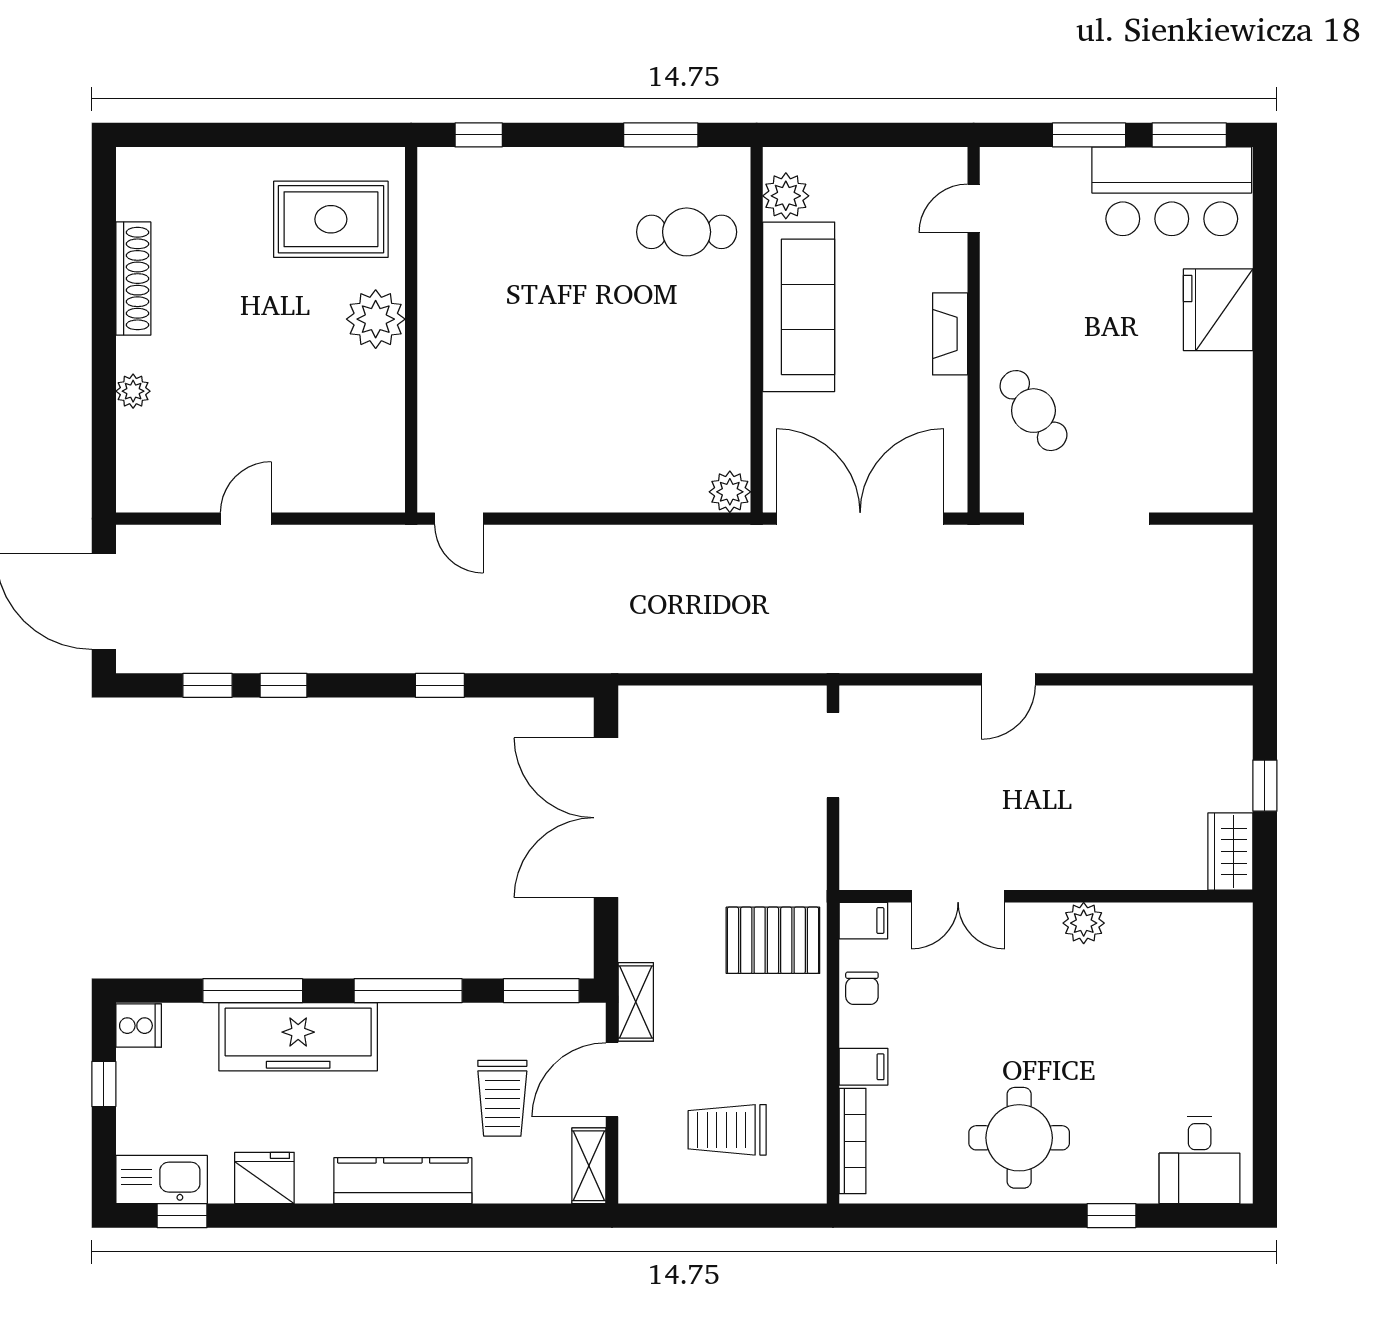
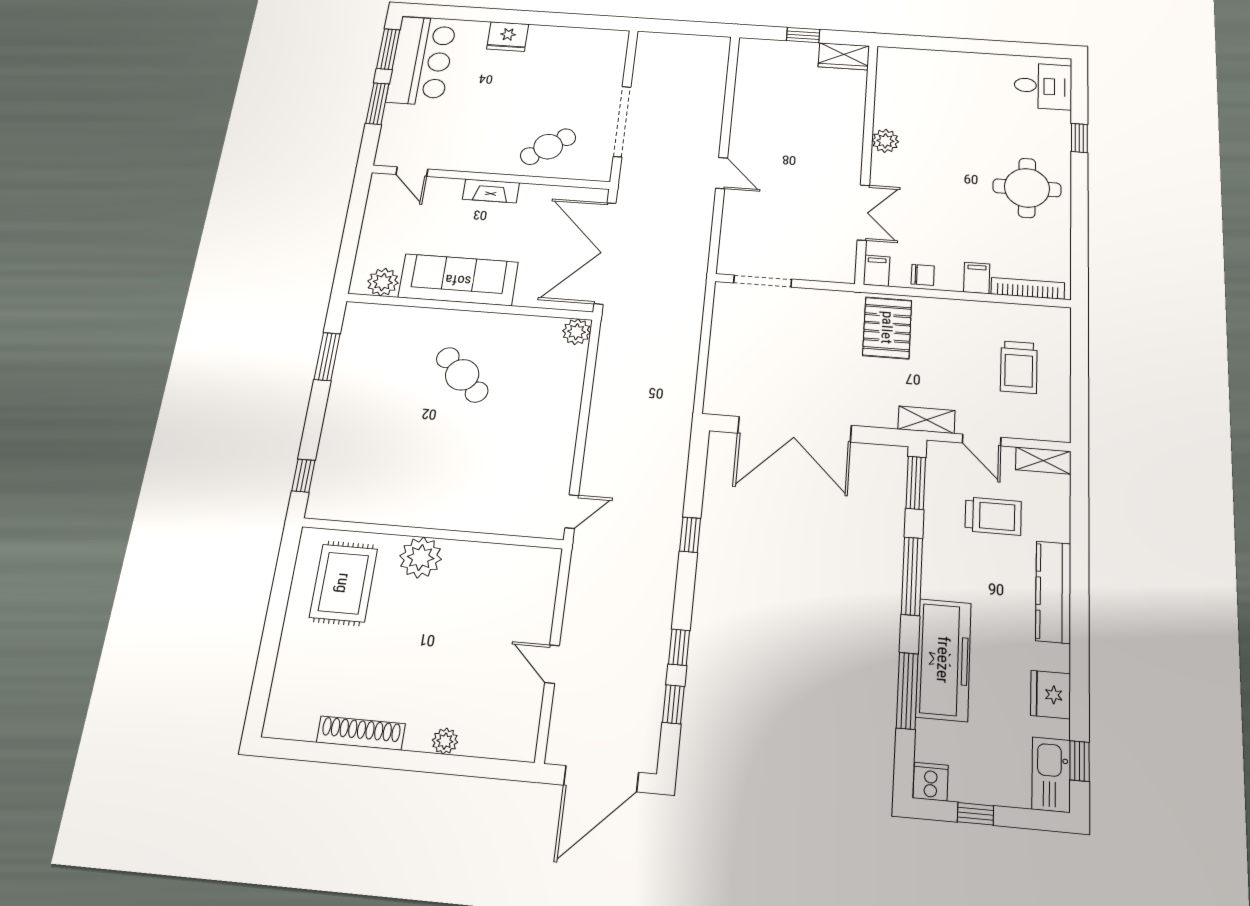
cafe table: (687, 232) -> (462, 375), moved, turned -45
fridge: (1218, 310) -> (508, 37), width x0.73, depth x0.75
door: (612, 1080) -> (982, 440), width x0.73

